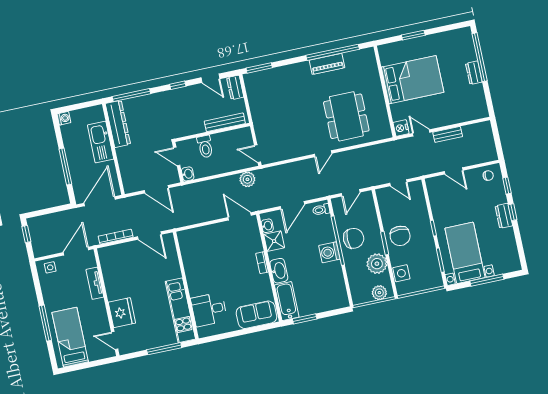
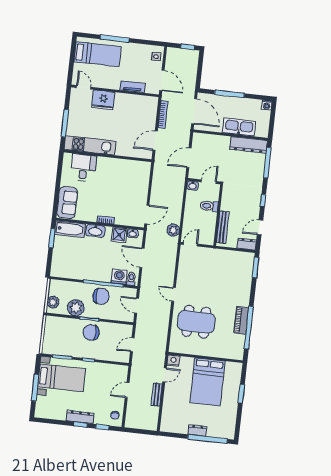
dresser: (504, 216) -> (80, 417), width x1.44
chair: (354, 238) -> (101, 296), turned -90
washing machine: (329, 252) -> (119, 277), moved
side table: (401, 273) -> (62, 324), removed
door: (115, 340) -> (84, 87), hinge flipped

